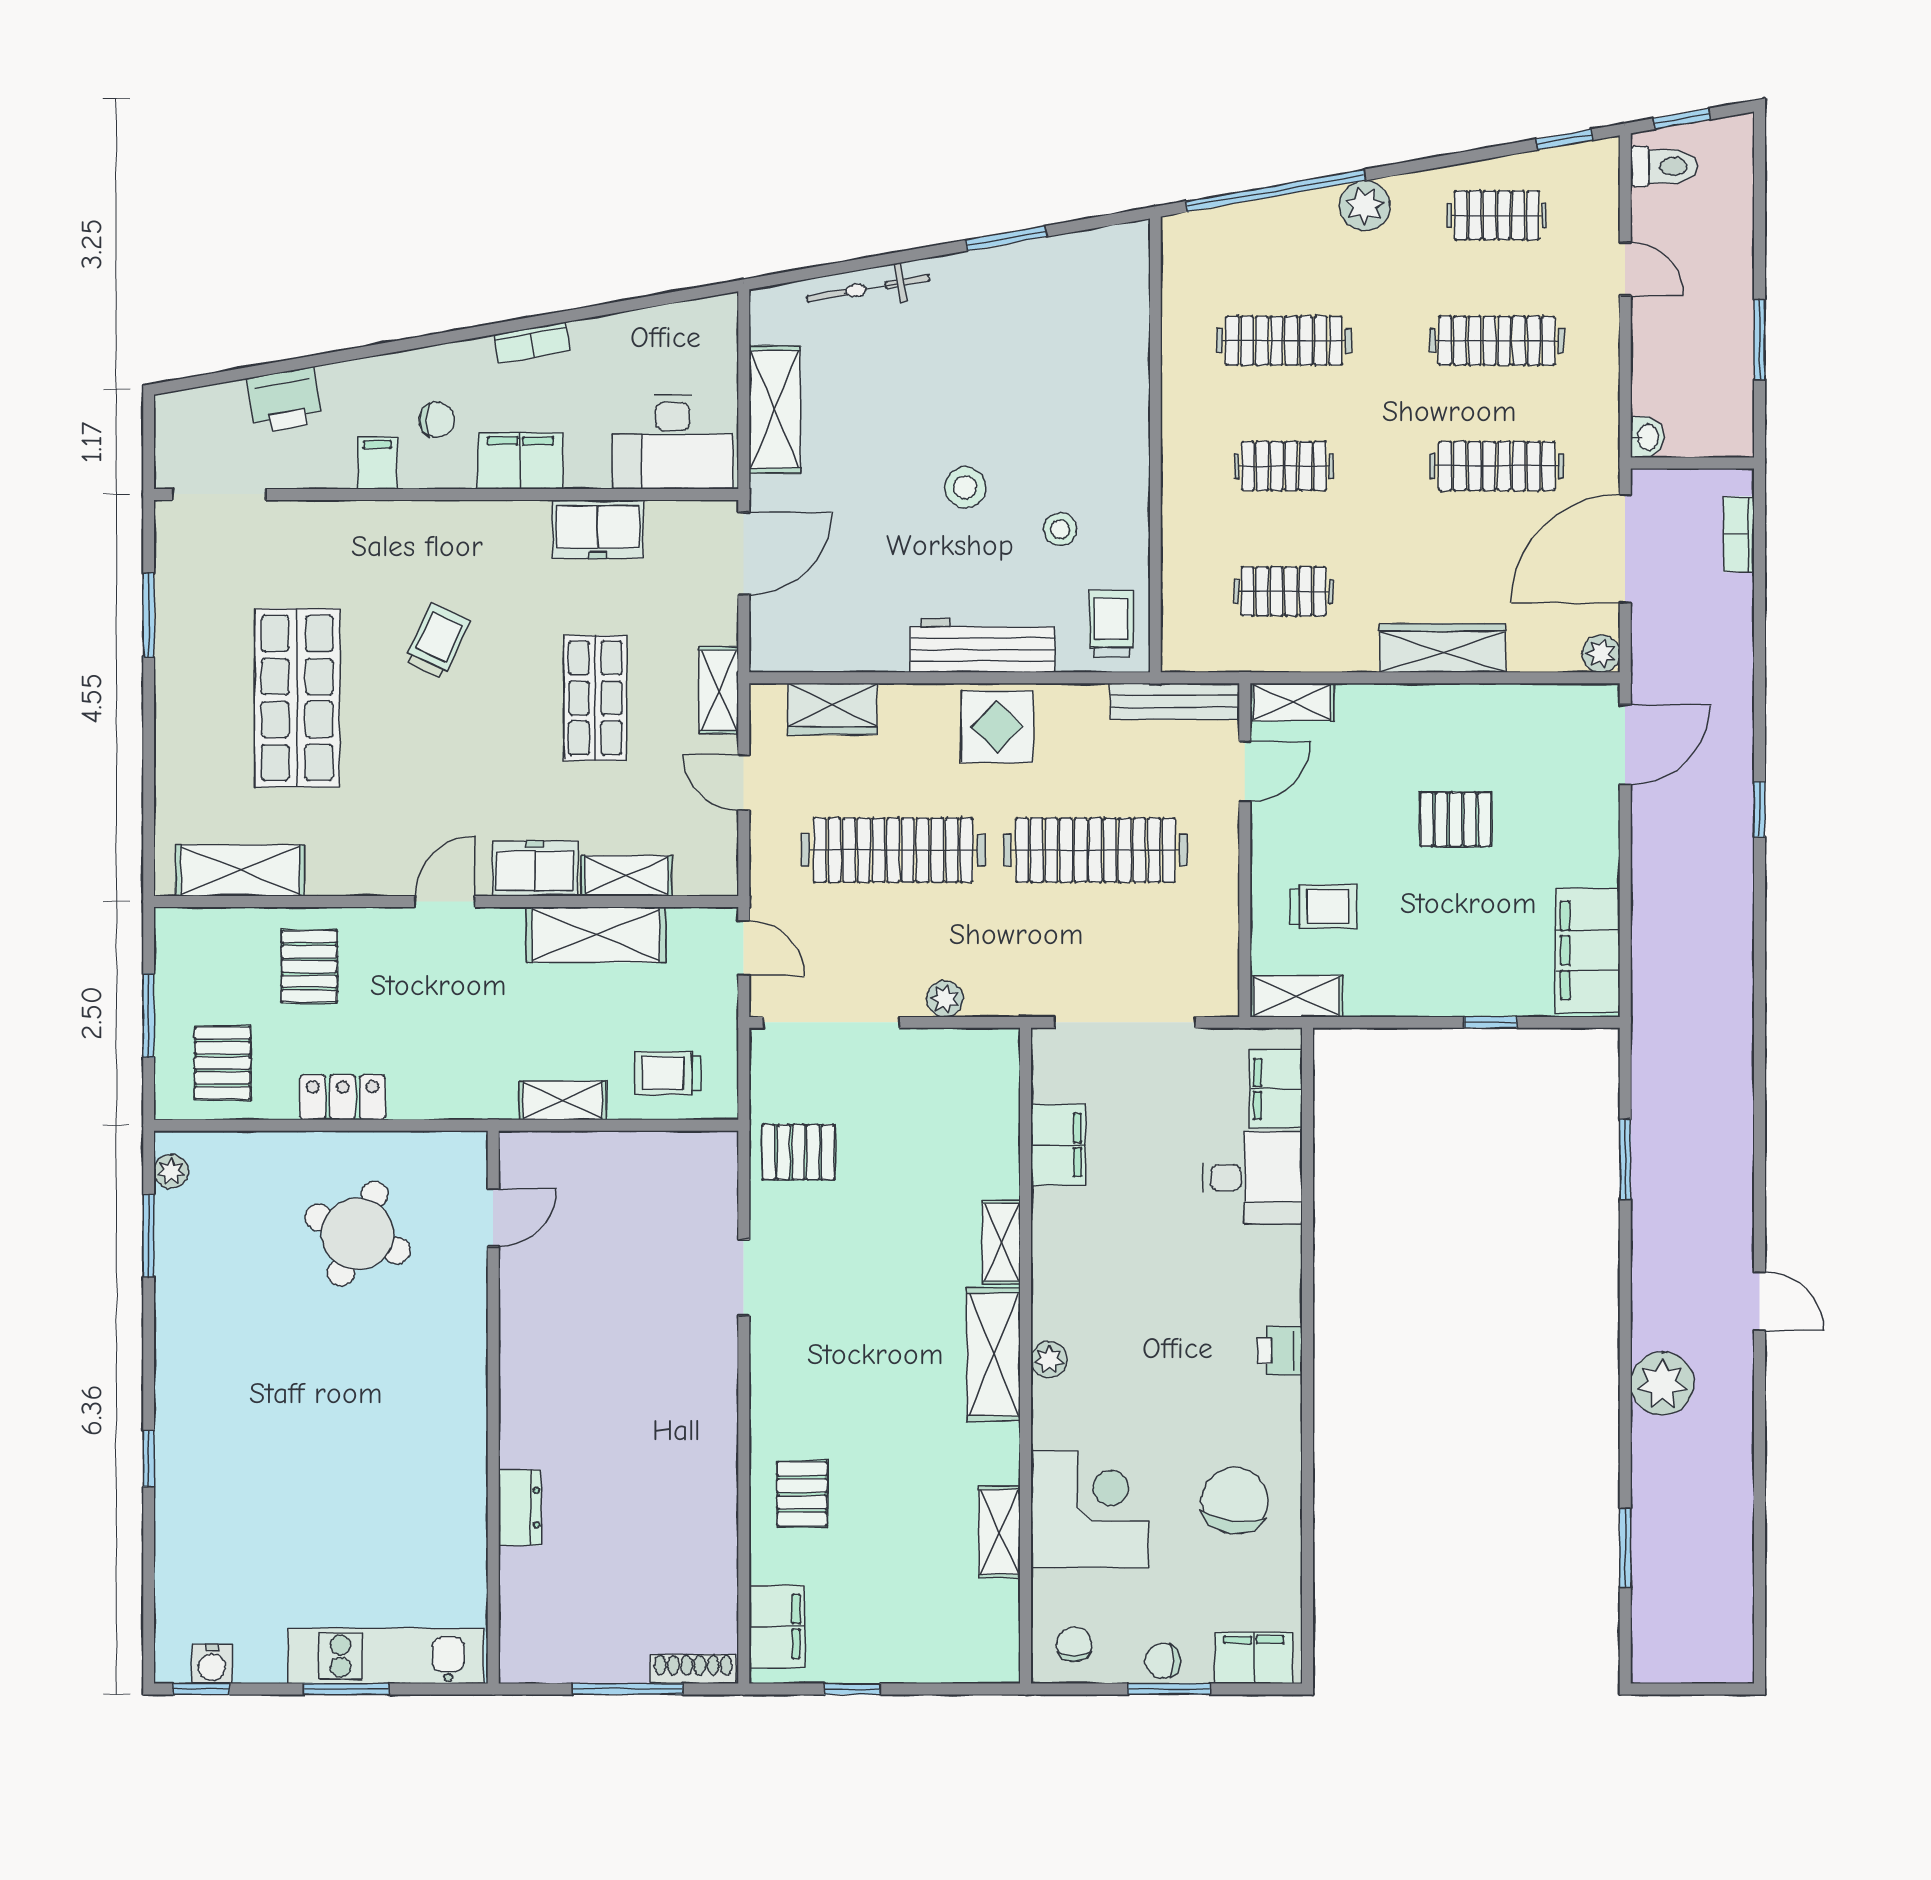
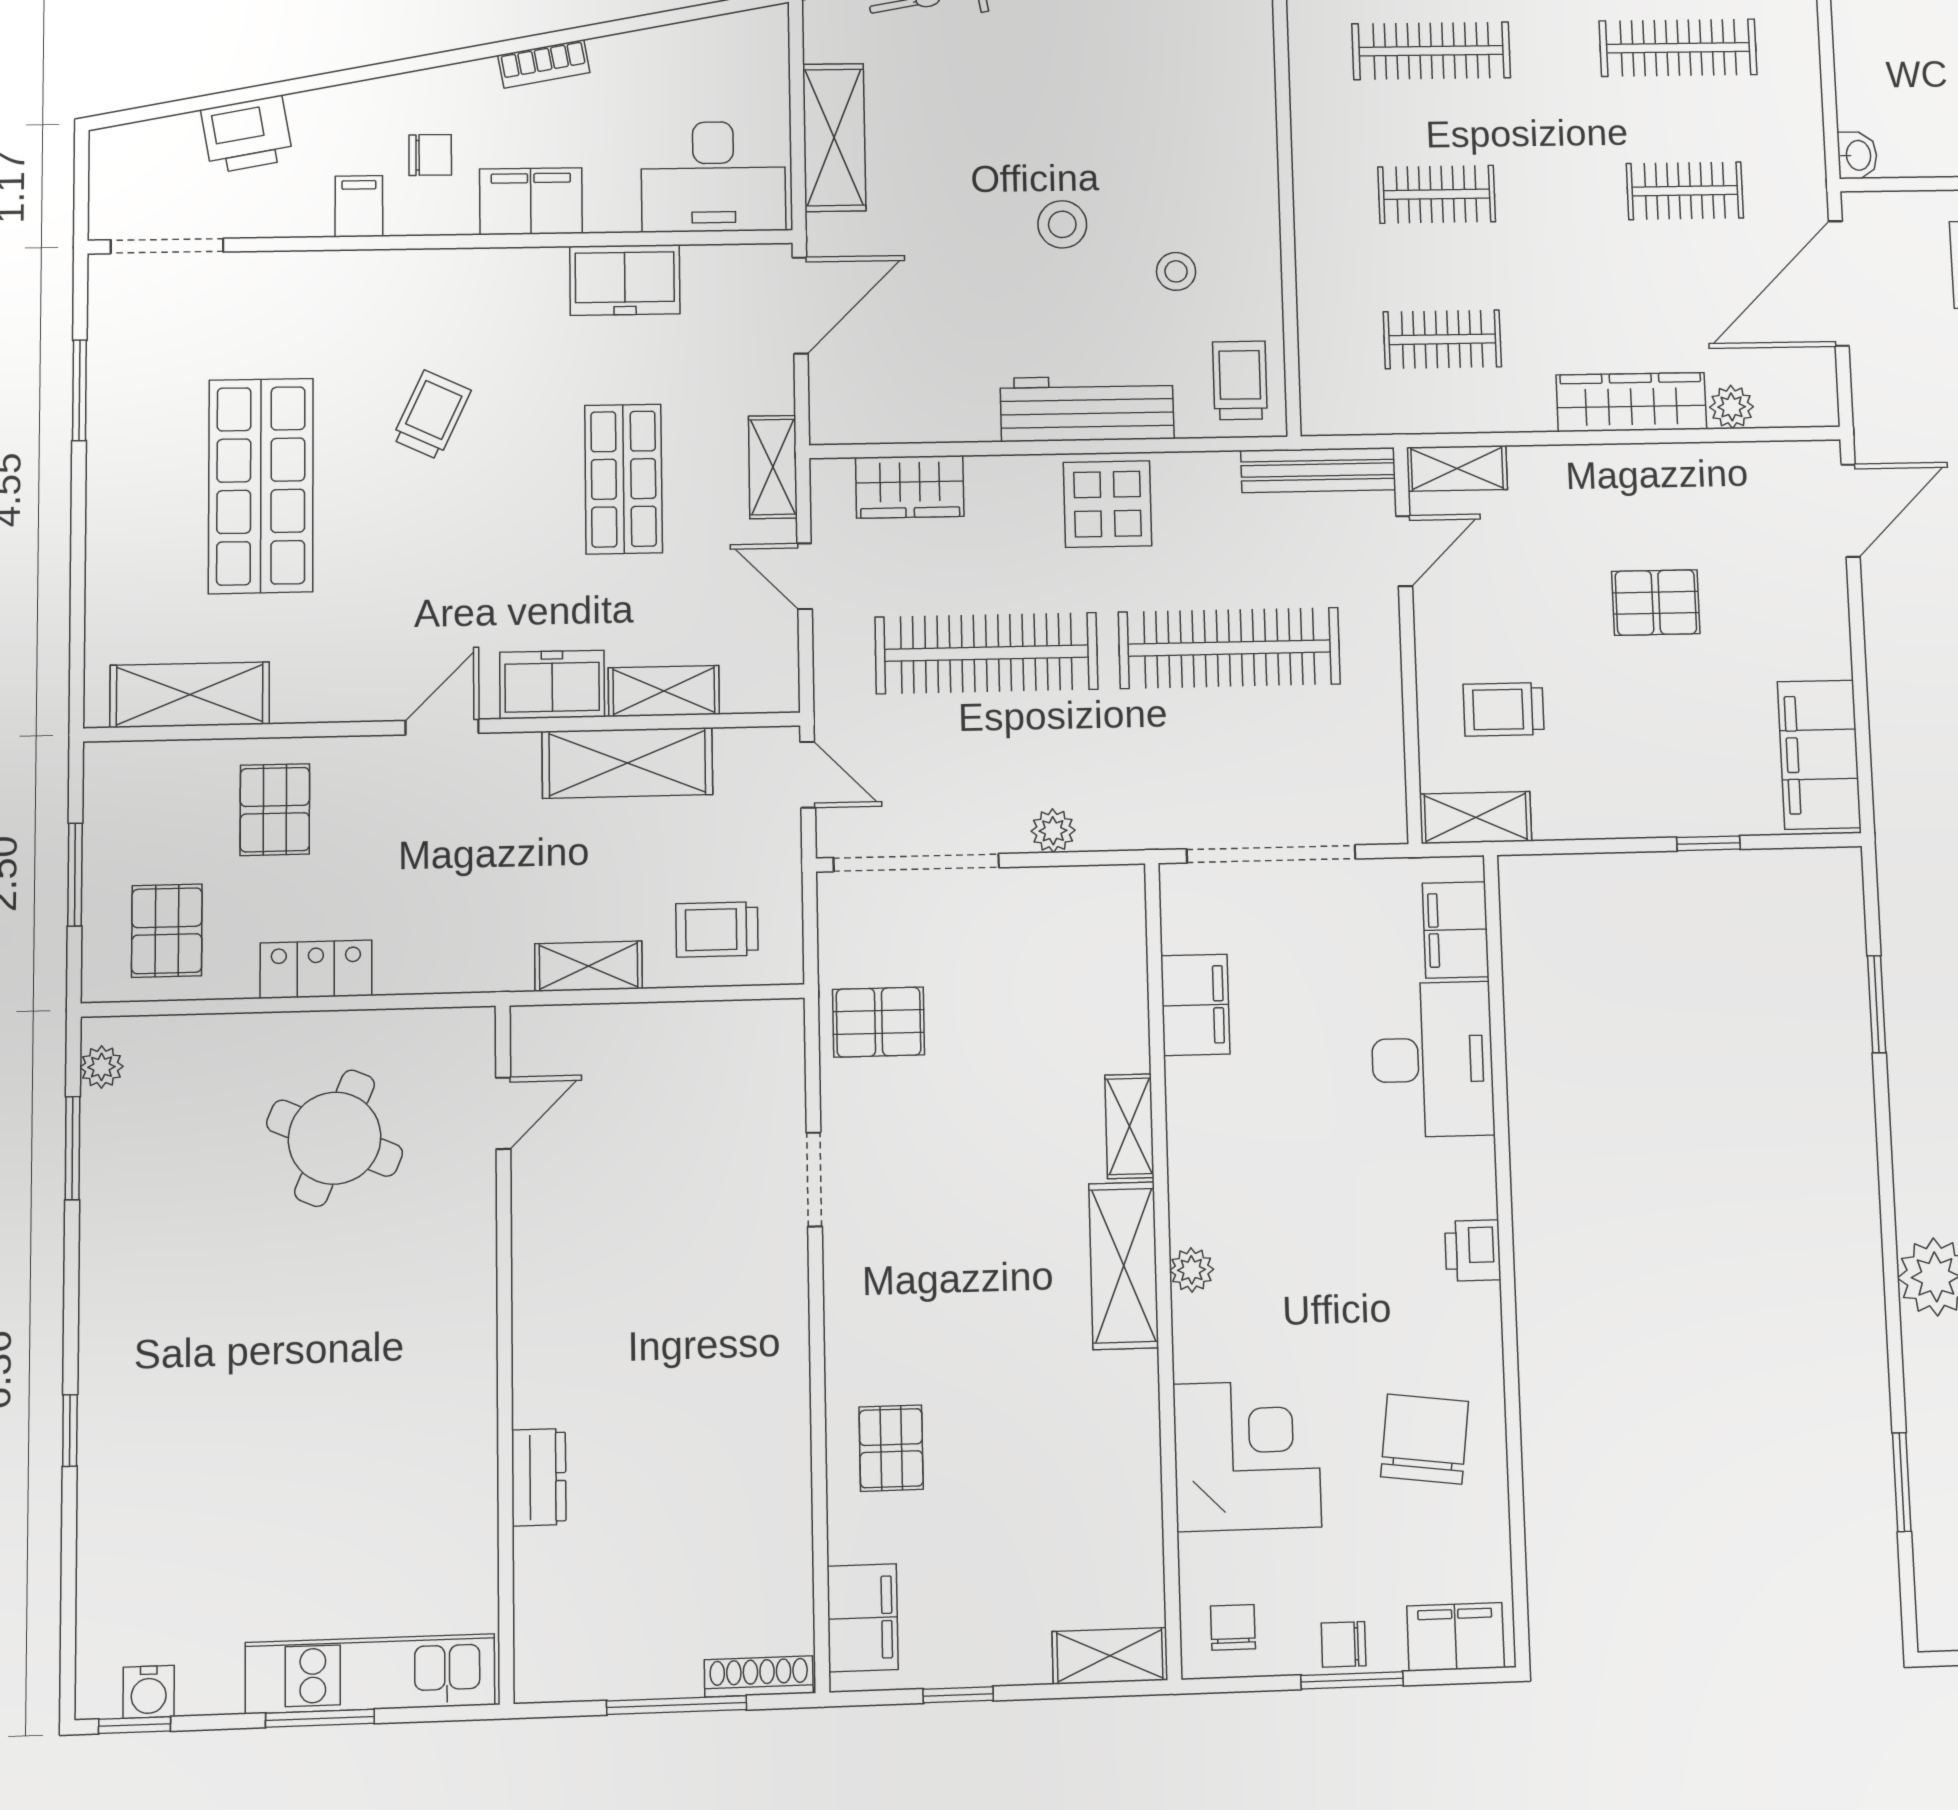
clothes rail: (1497, 466) -> (1685, 191), width x0.73
plant: (1601, 654) -> (1732, 407), moved
trolley: (1323, 906) -> (1504, 709), turned 180
desk: (1253, 1178) -> (1432, 1060), width x1.37
shelving: (1000, 1532) -> (1110, 1656), moved, turned 90

